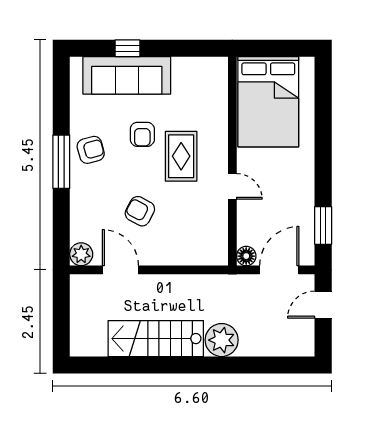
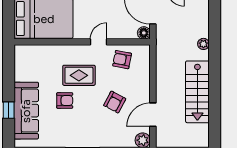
armchair: (91, 150) -> (122, 60), moved, turned -64
plant: (222, 340) -> (203, 44), width x0.53, depth x0.53

